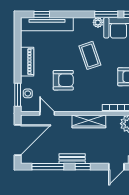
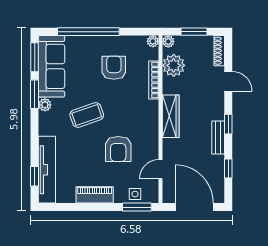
armchair: (63, 80) -> (118, 149), turned 180
window: (48, 167) -> (228, 168), width x0.46

